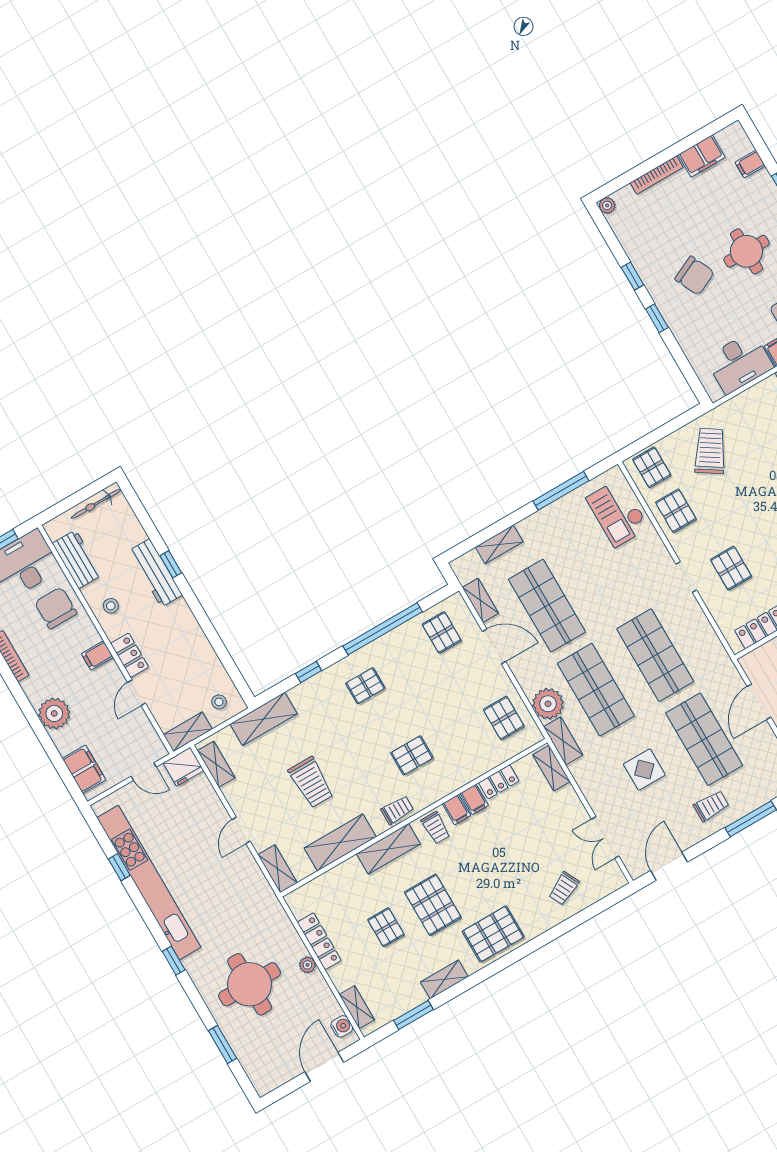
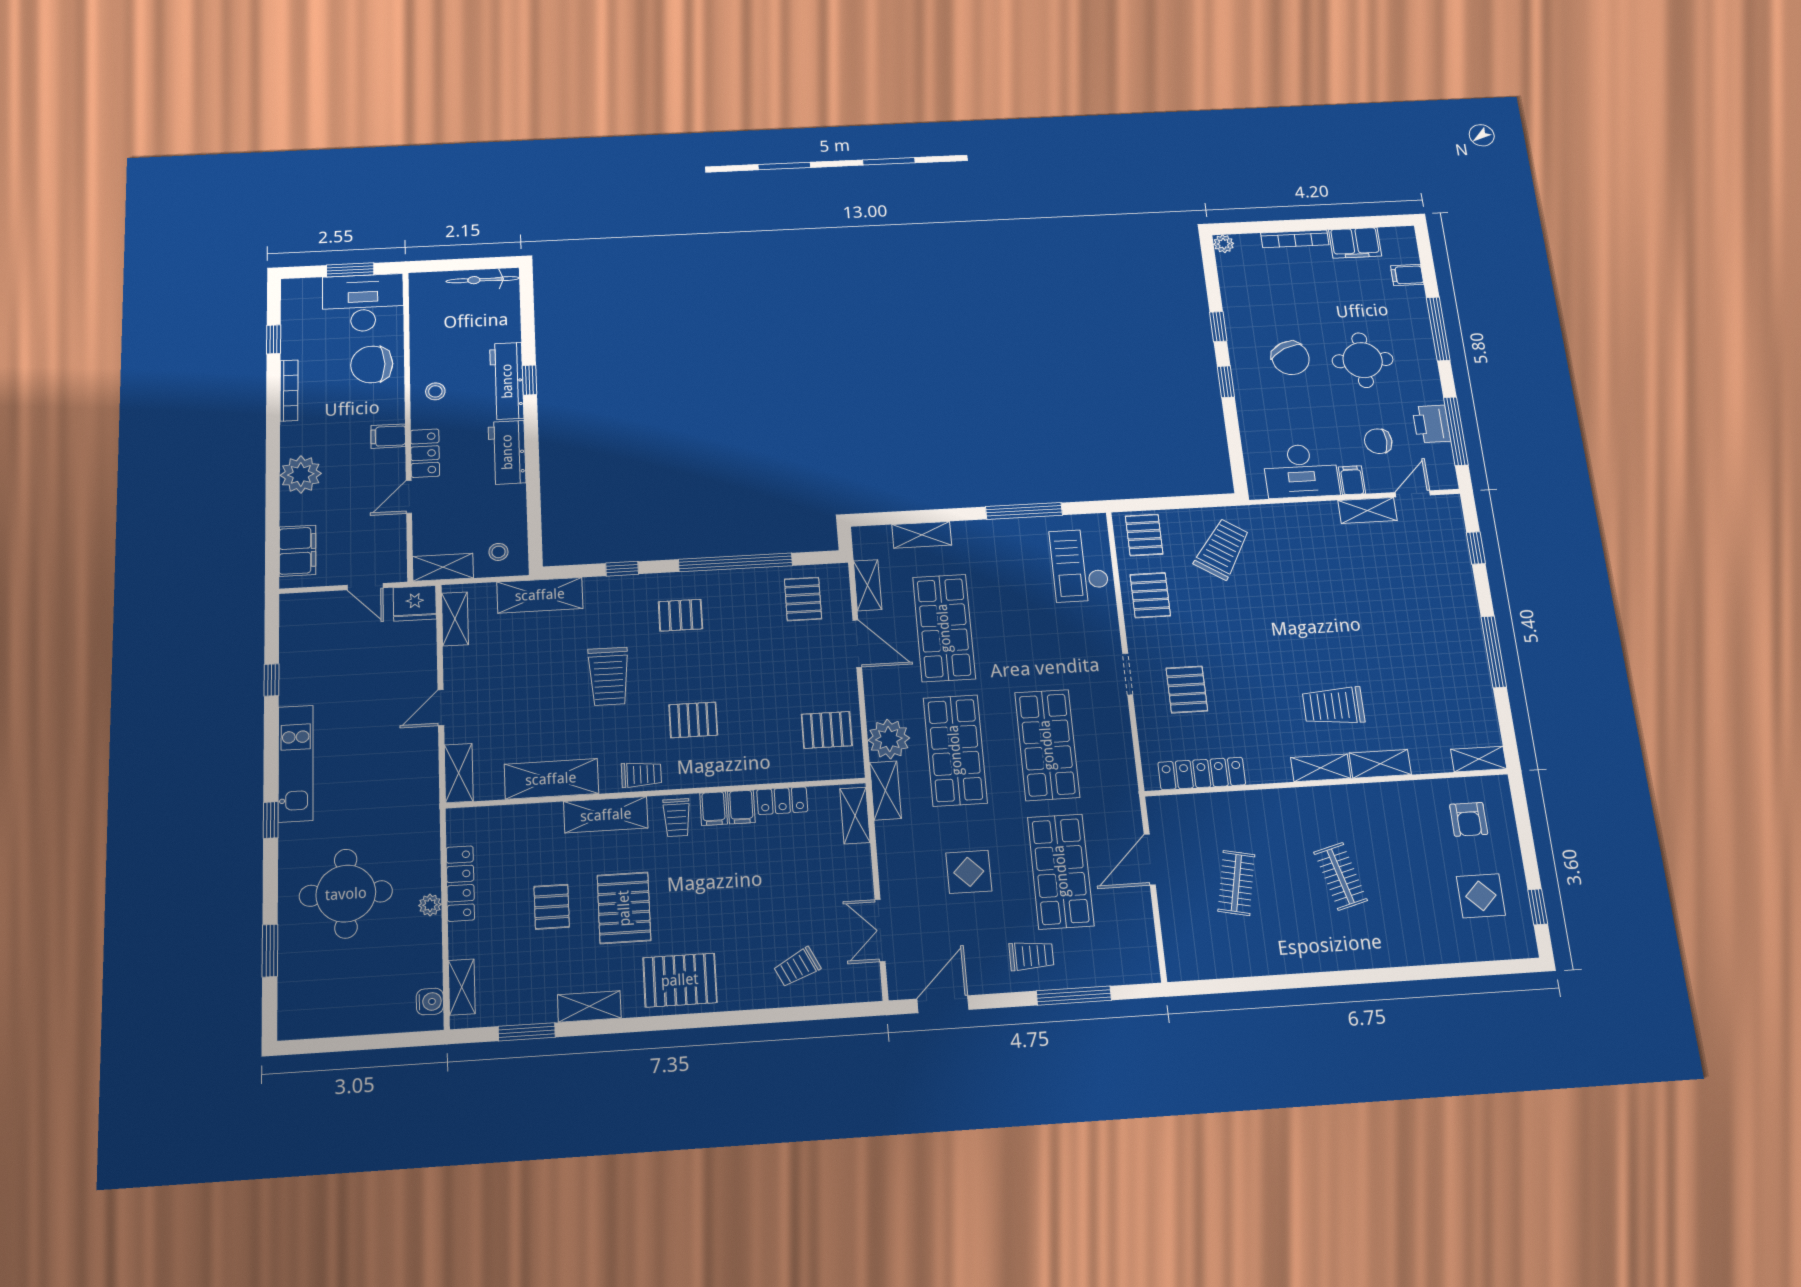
workbench: (77, 559) -> (507, 452), moved, turned 180
chair: (56, 608) -> (372, 364), turned -90
pallet: (504, 718) -> (827, 730), turned 90
trolley: (311, 782) -> (609, 676), moved
kitchen unit: (149, 882) -> (296, 763), width x0.54
door: (324, 1067) -> (379, 1041), removed

